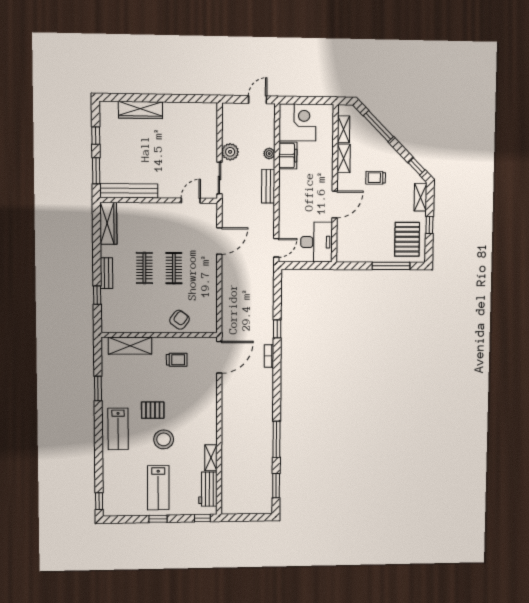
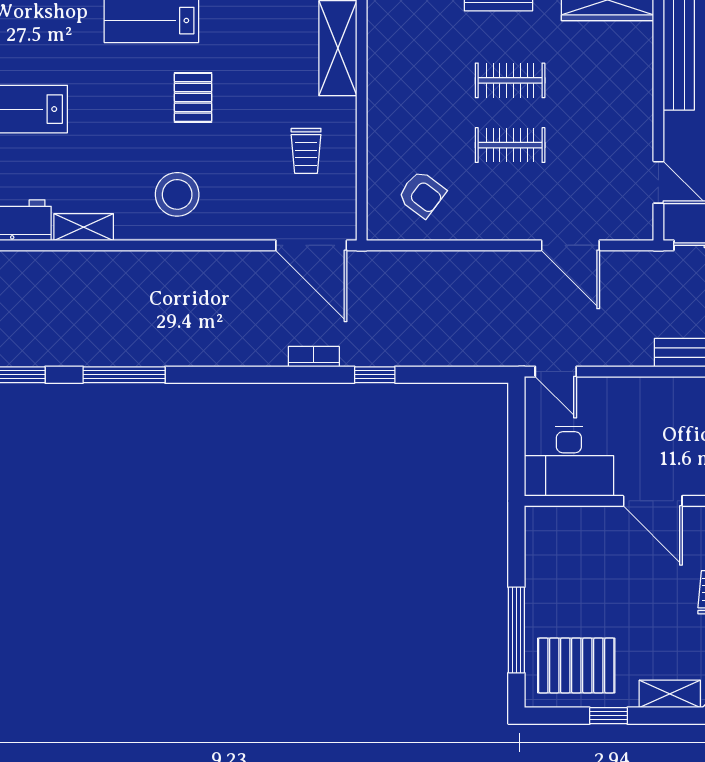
armchair: (179, 320) -> (422, 194), moved
stool: (164, 439) -> (177, 194), moved

